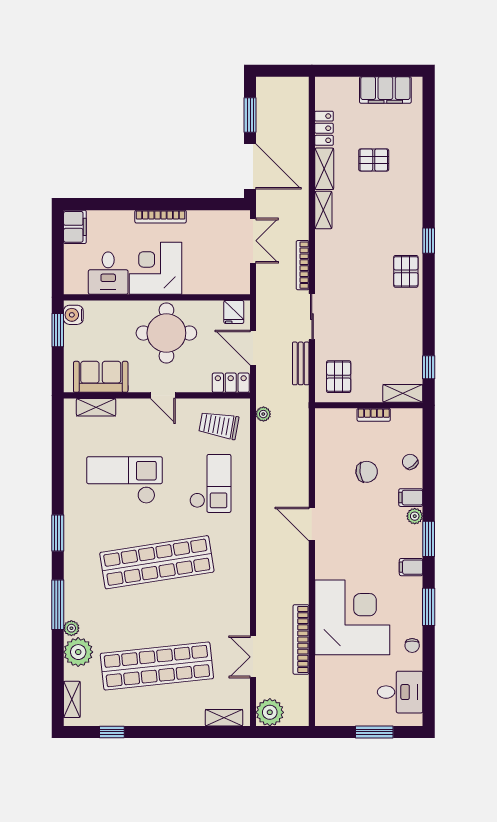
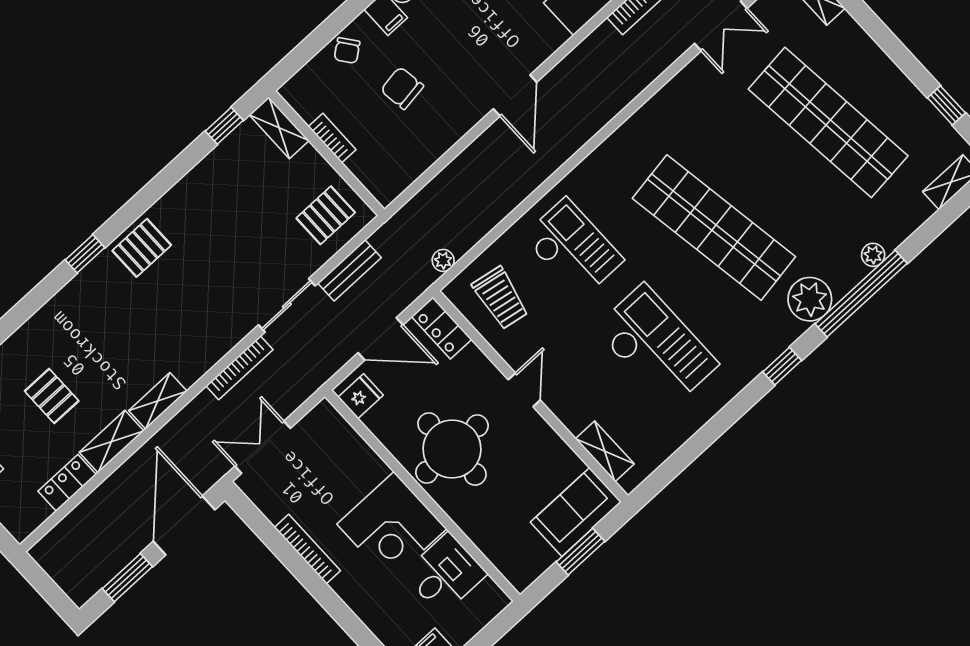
bookcase: (161, 217) -> (307, 549), moved
water cooler: (73, 315) -> (526, 570), removed
window: (58, 330) -> (580, 552), moved
door: (253, 348) -> (380, 339), hinge flipped
sofa: (101, 377) -> (576, 512), moved, turned 90
checkout: (124, 480) -> (656, 346), turned 180
checkout: (210, 483) -> (573, 248), turned 90
window: (58, 533) -> (782, 366), width x0.67
window: (58, 605) -> (861, 294), width x1.46
plant: (78, 652) -> (810, 299), moved

